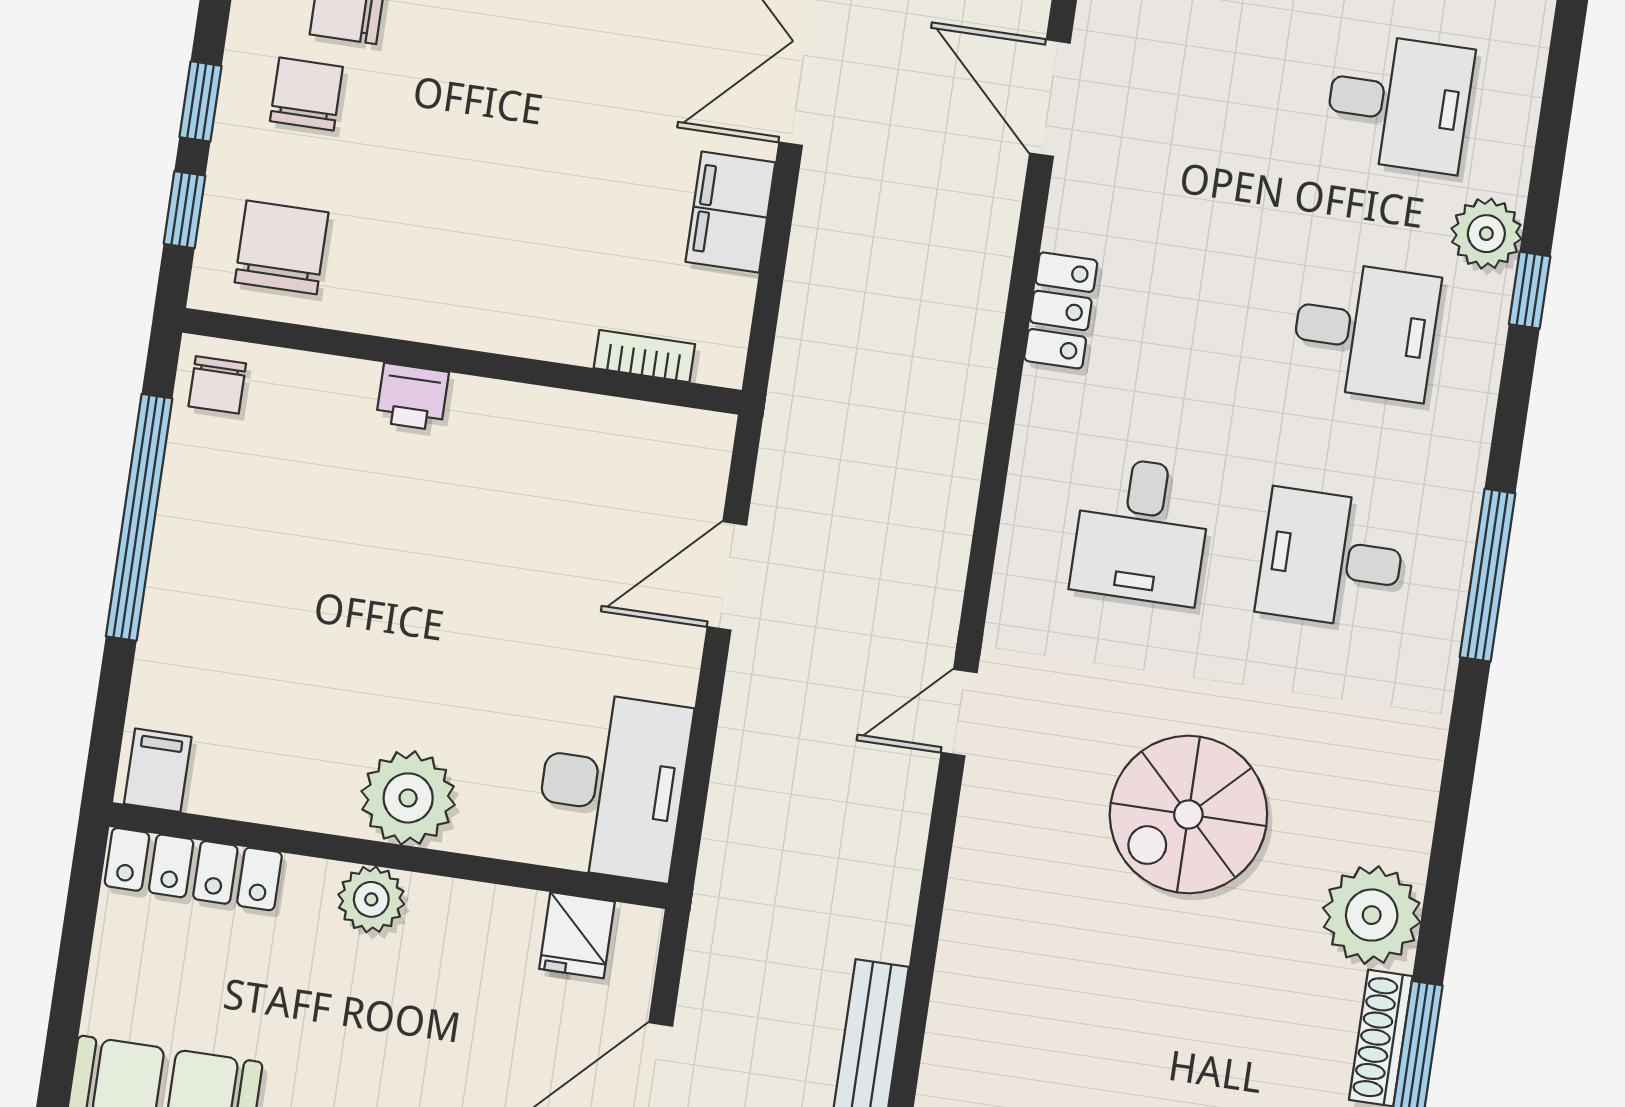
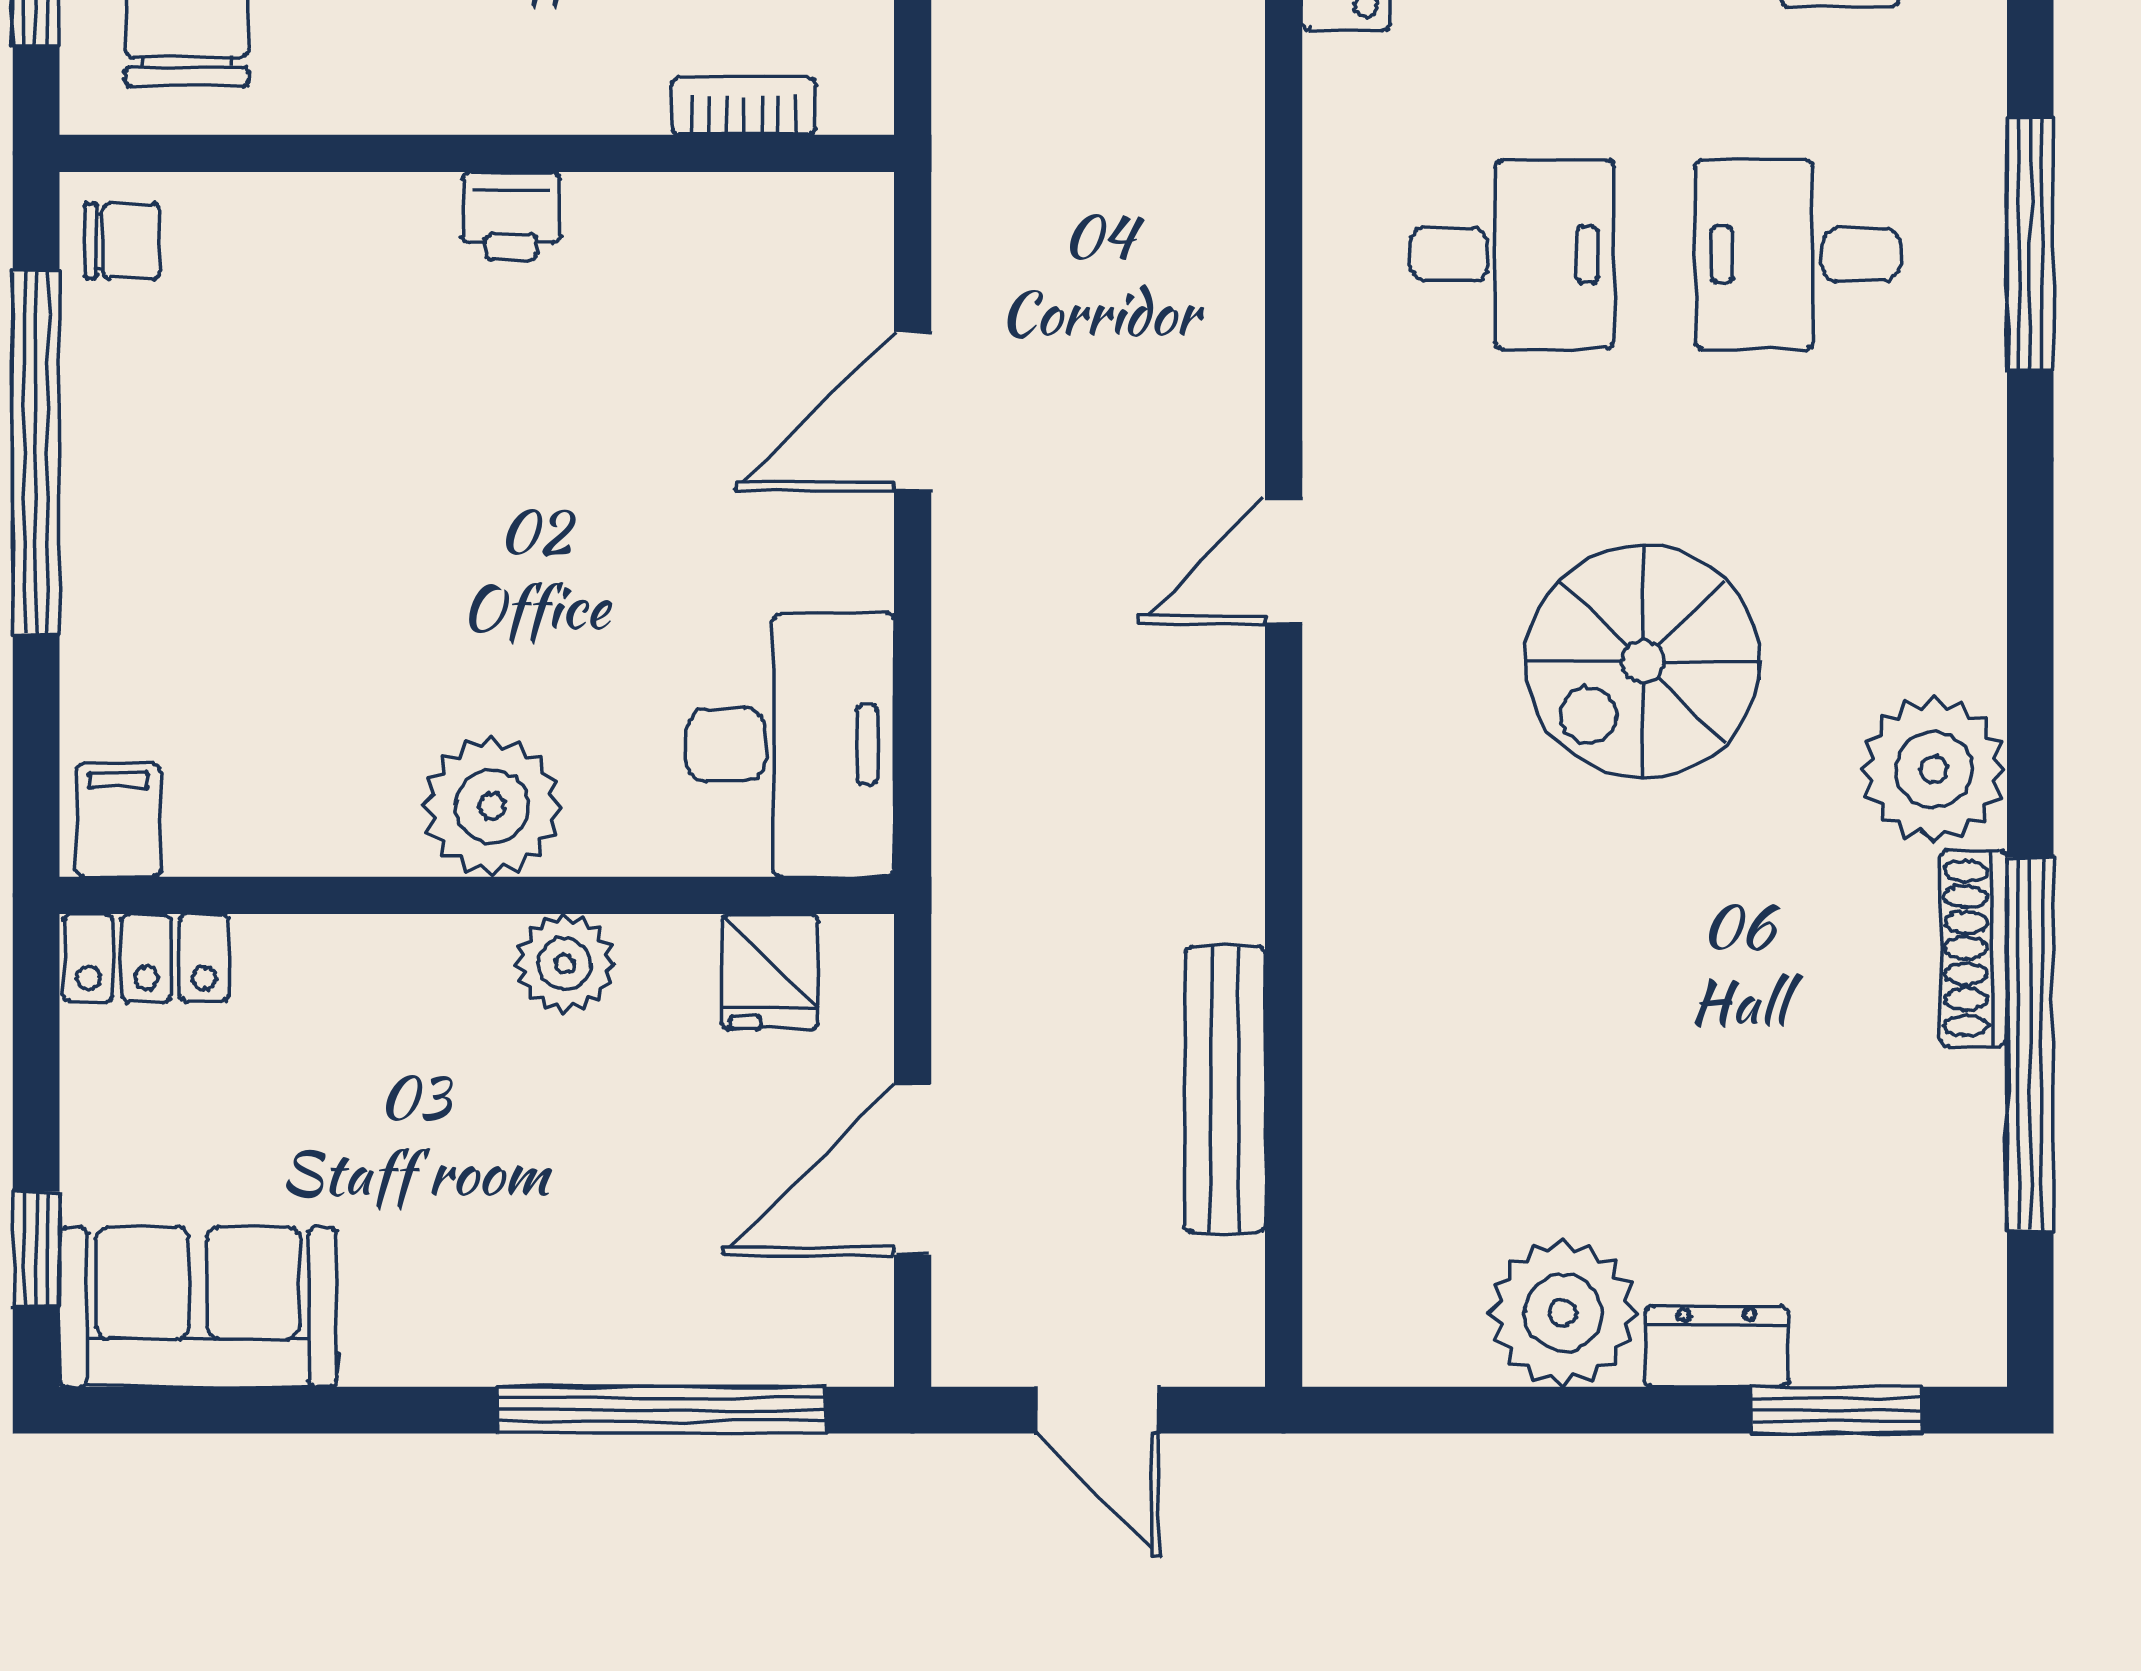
chair: (217, 385) -> (122, 241), turned -90
printer: (412, 397) -> (511, 216), moved
desk: (1141, 531) -> (1512, 255), turned -90
locker: (193, 869) -> (146, 958), width x0.66
plant: (371, 899) -> (565, 964), moved
window: (61, 1048) -> (36, 1249), added

